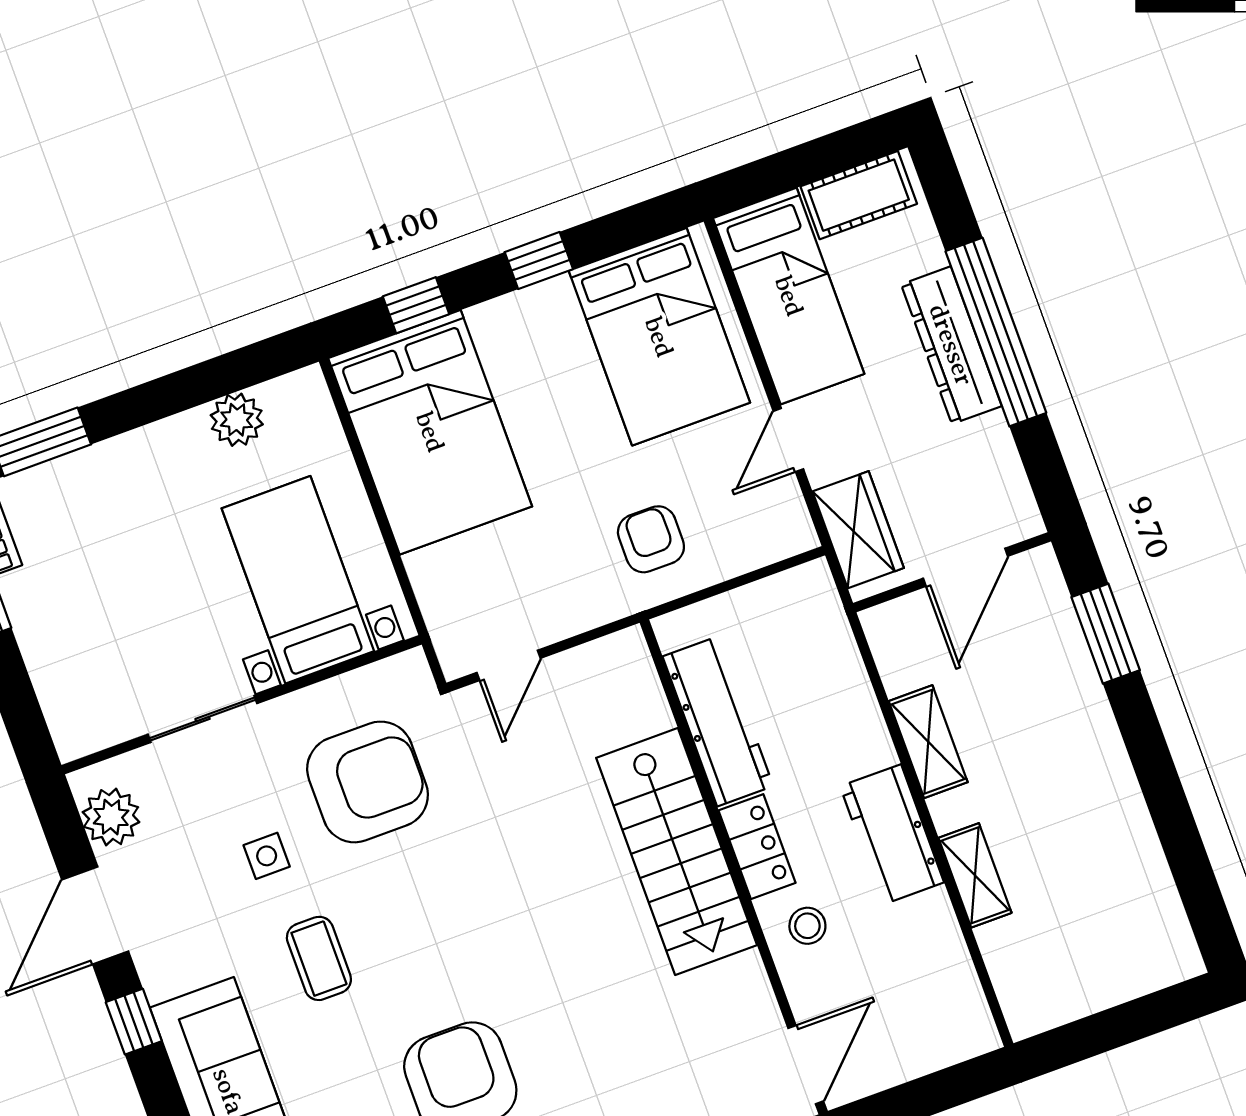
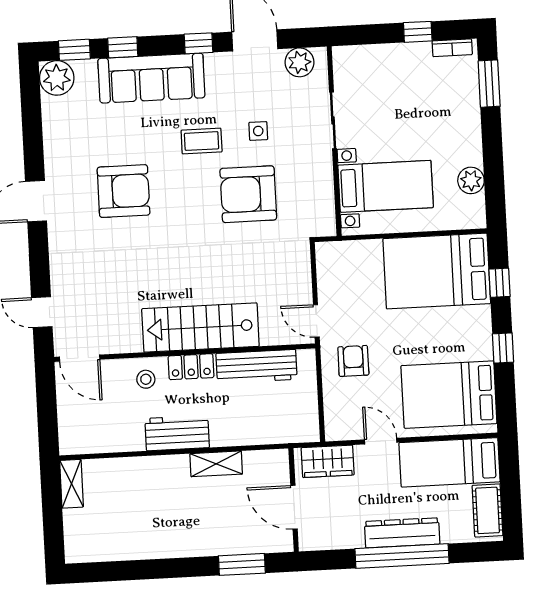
armchair: (651, 539) -> (353, 361), turned -90
door: (509, 665) -> (316, 321), moved
armchair: (368, 782) -> (248, 194), moved, turned 90
shelving: (975, 875) -> (71, 484), moved, turned 90

